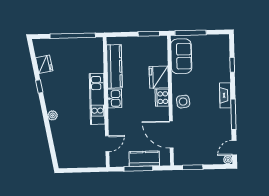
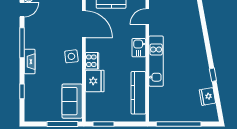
kitchen sink: (115, 98) -> (139, 48), moved
plant: (53, 115) -> (200, 46), removed

